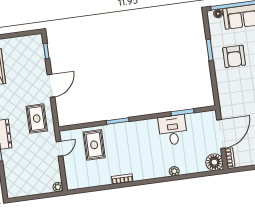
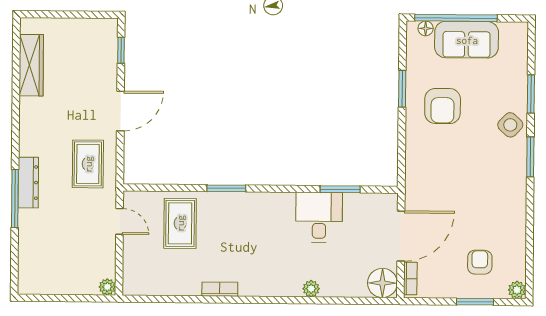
door: (59, 149) -> (119, 221), hinge flipped

